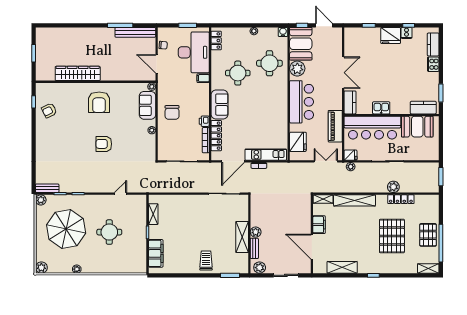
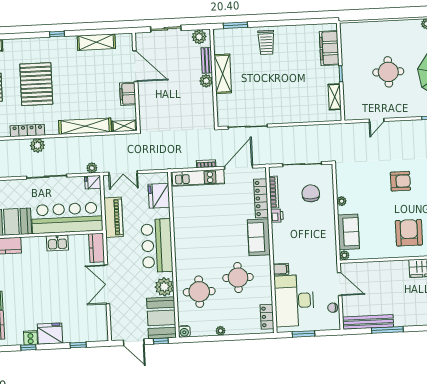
chair: (172, 112) -> (311, 193), moved

